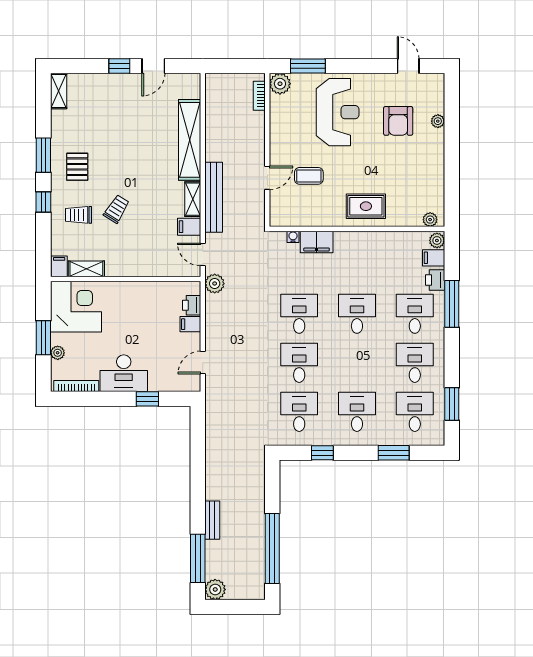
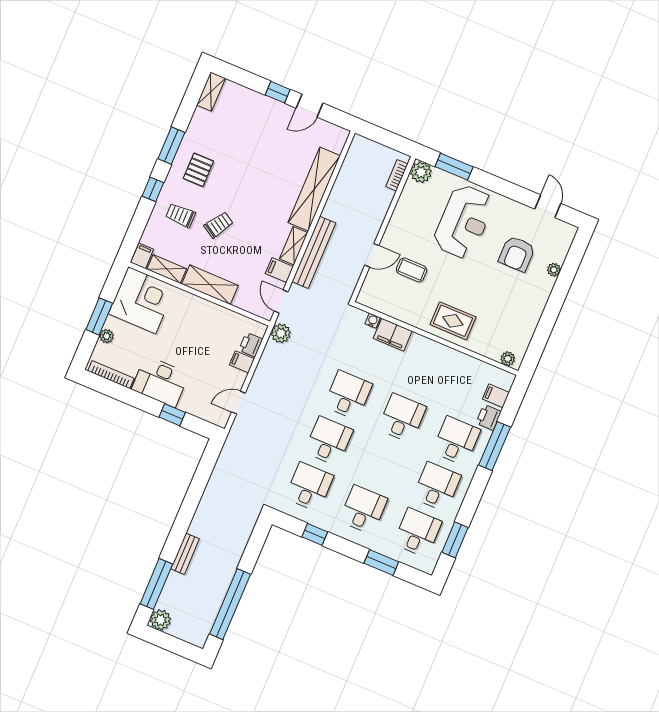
plant: (437, 240) -> (506, 381), removed
shelving: (132, 267) -> (210, 285), added

